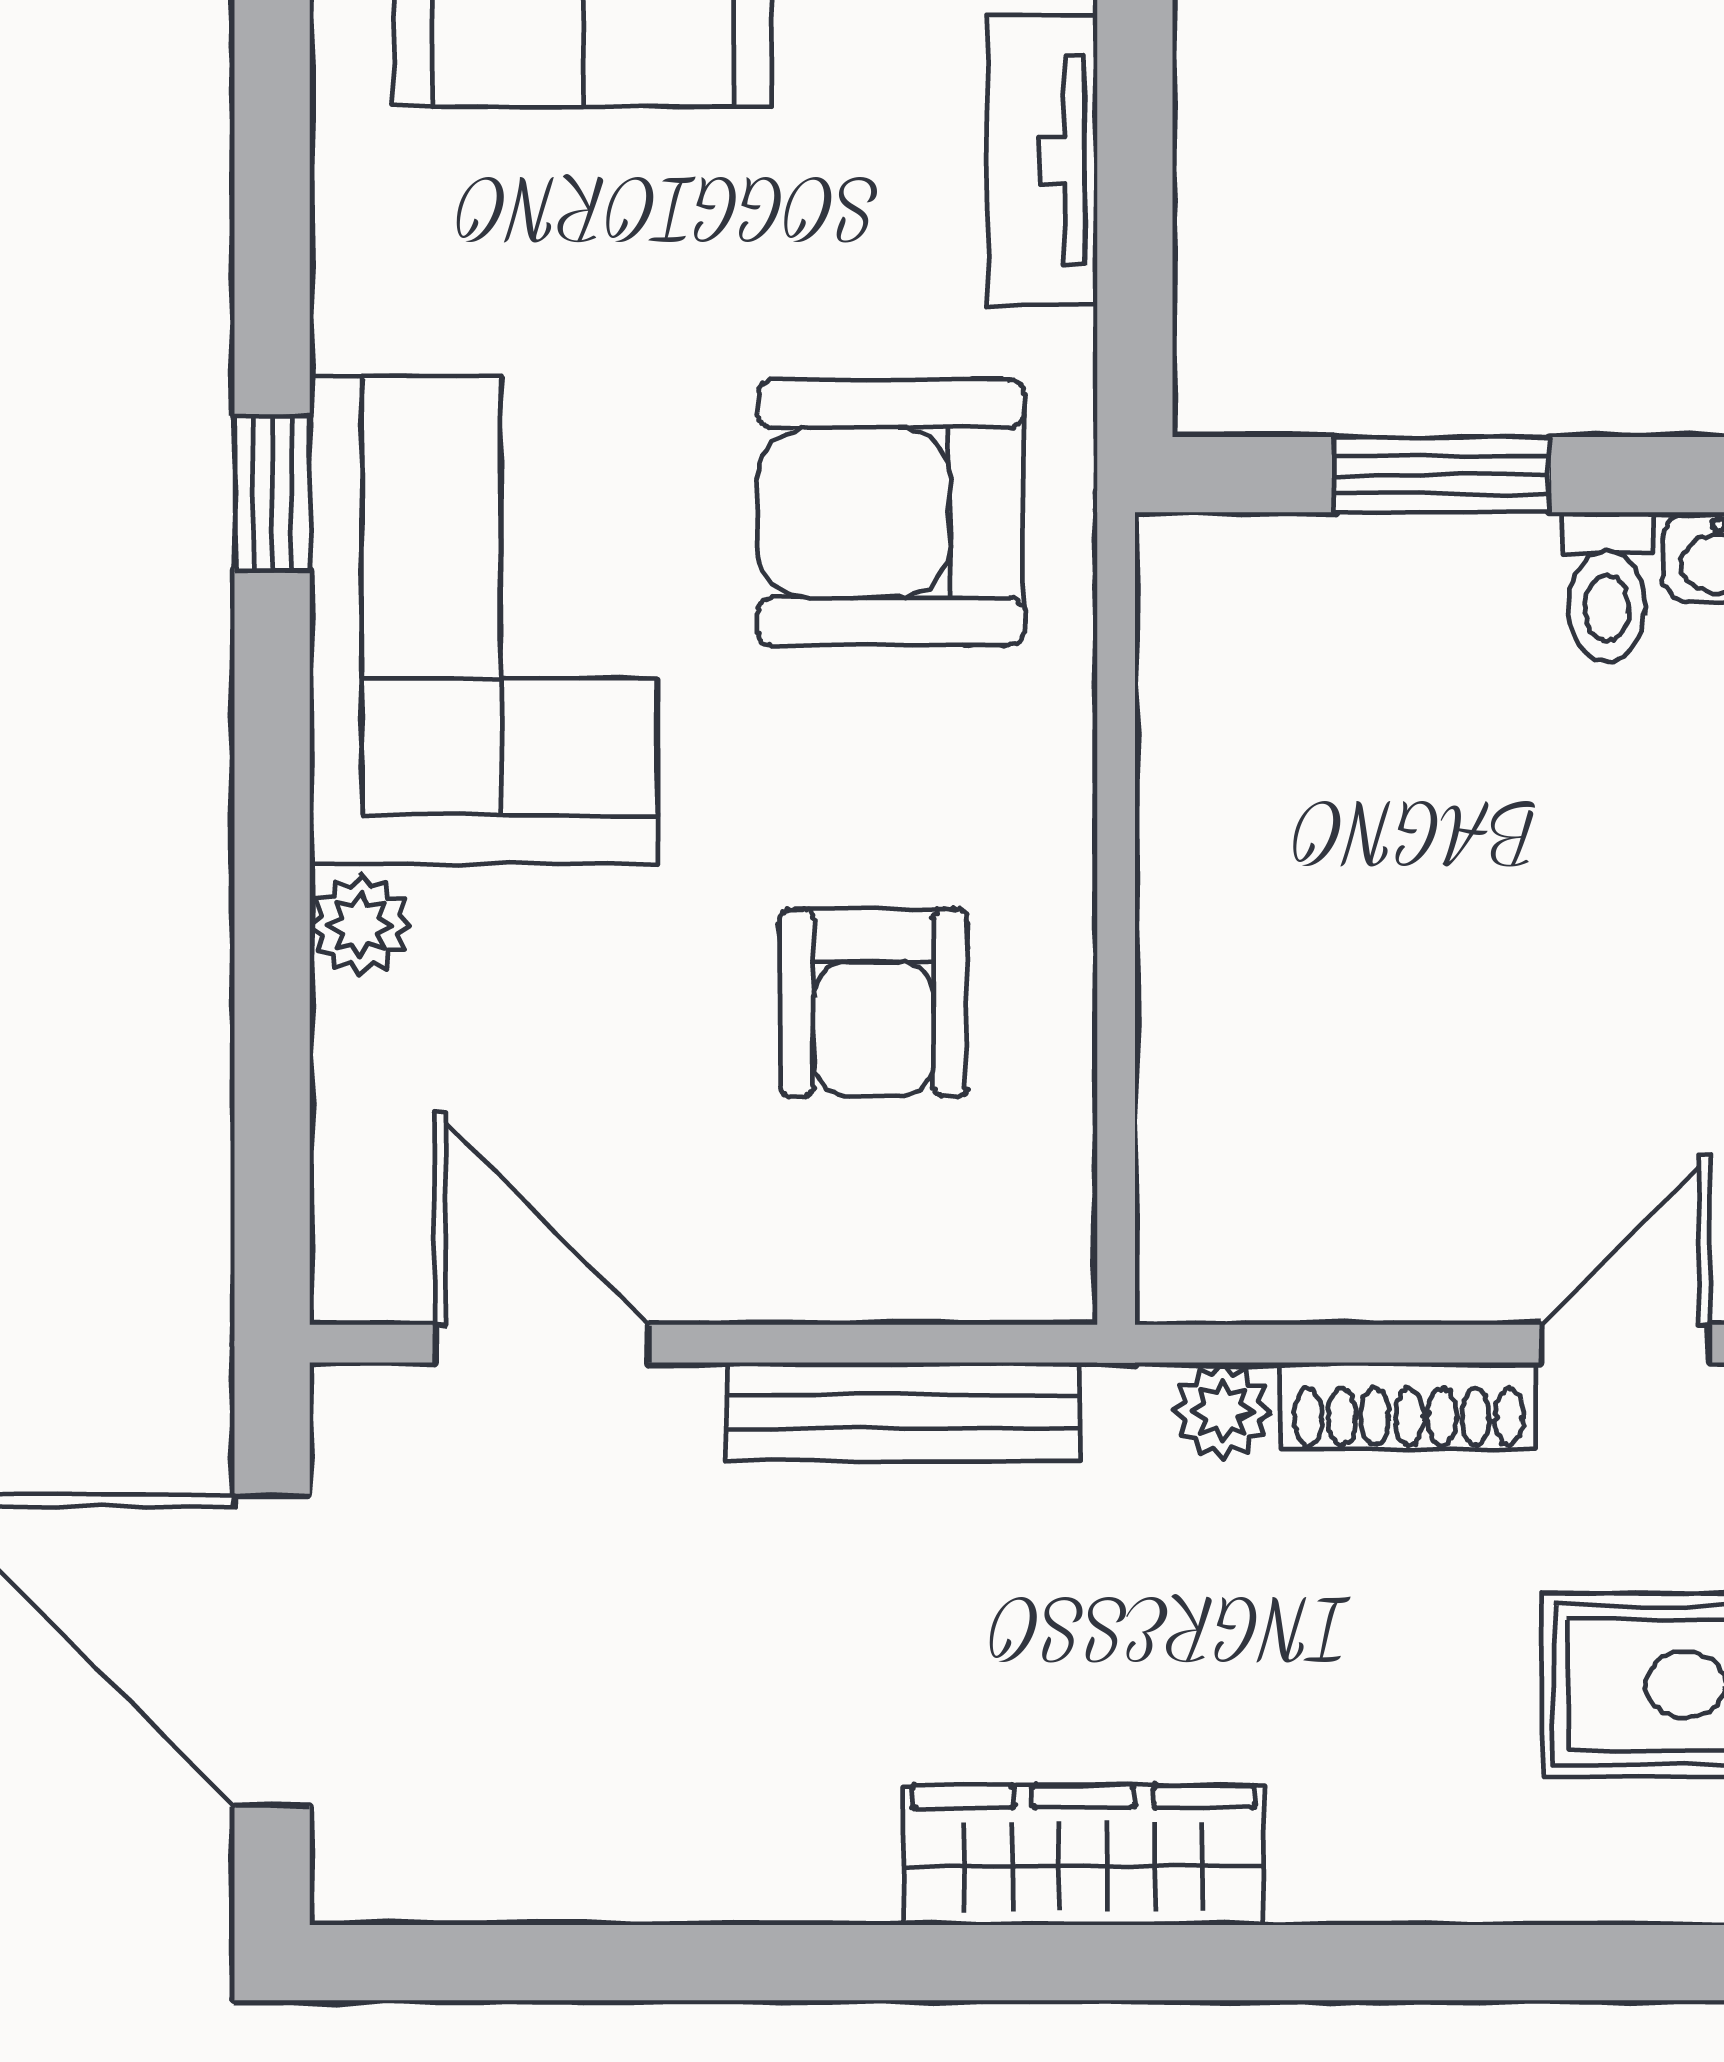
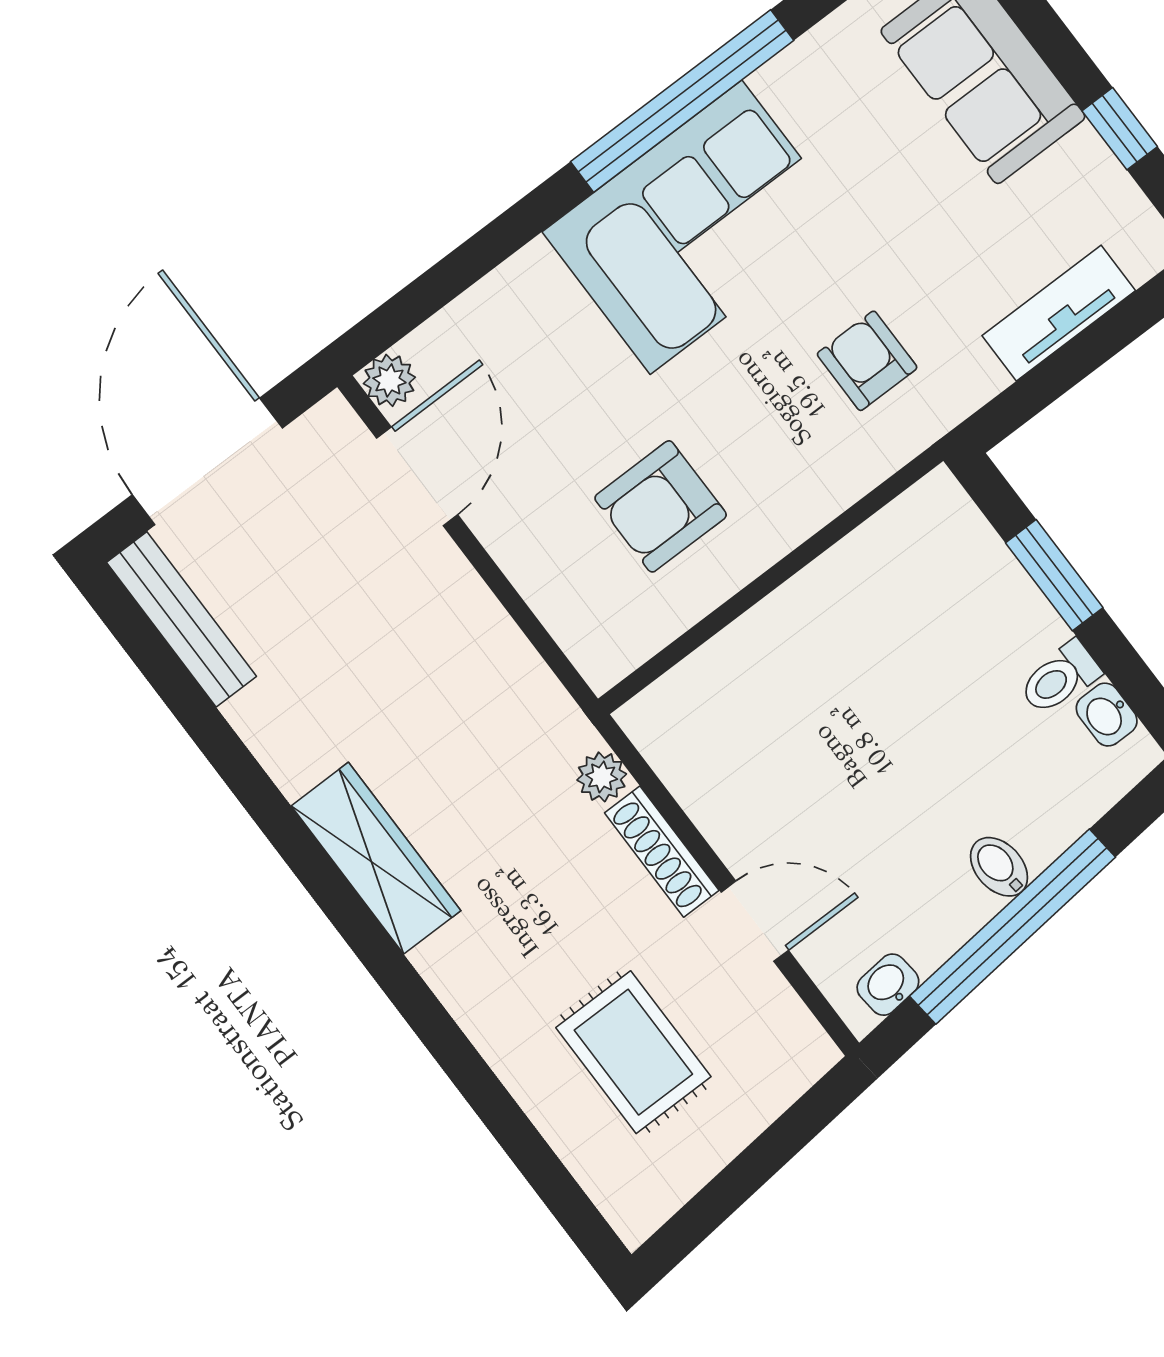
window: (272, 494) -> (682, 101), width x3.17
armchair: (891, 513) -> (867, 361), width x0.53, depth x0.53
plant: (361, 925) -> (389, 380), moved
bench: (903, 1412) -> (181, 619), moved

